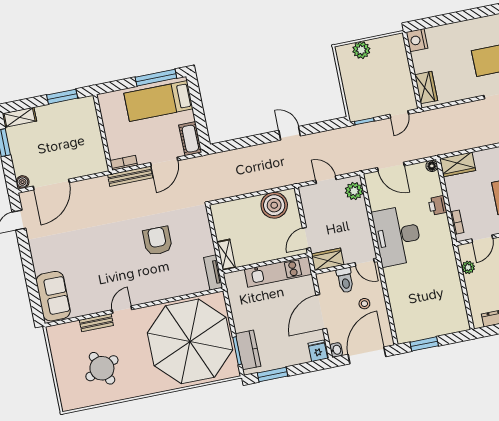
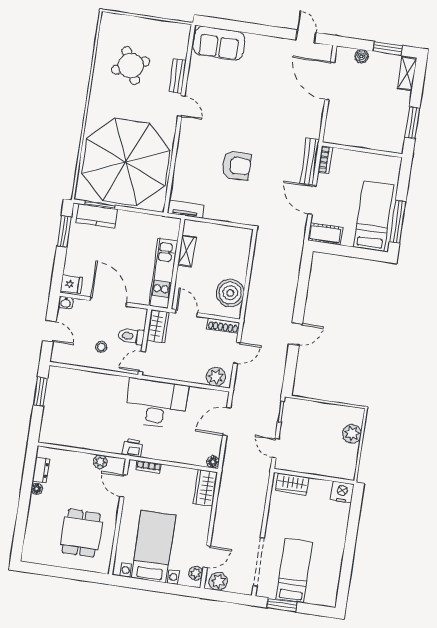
boiler: (23, 182) -> (361, 56), moved
shoe rack: (306, 201) -> (223, 326), added
printer: (438, 205) -> (133, 448), moved
shelving: (226, 255) -> (187, 251), moved, turned 90
door: (367, 355) -> (49, 331), width x0.53

